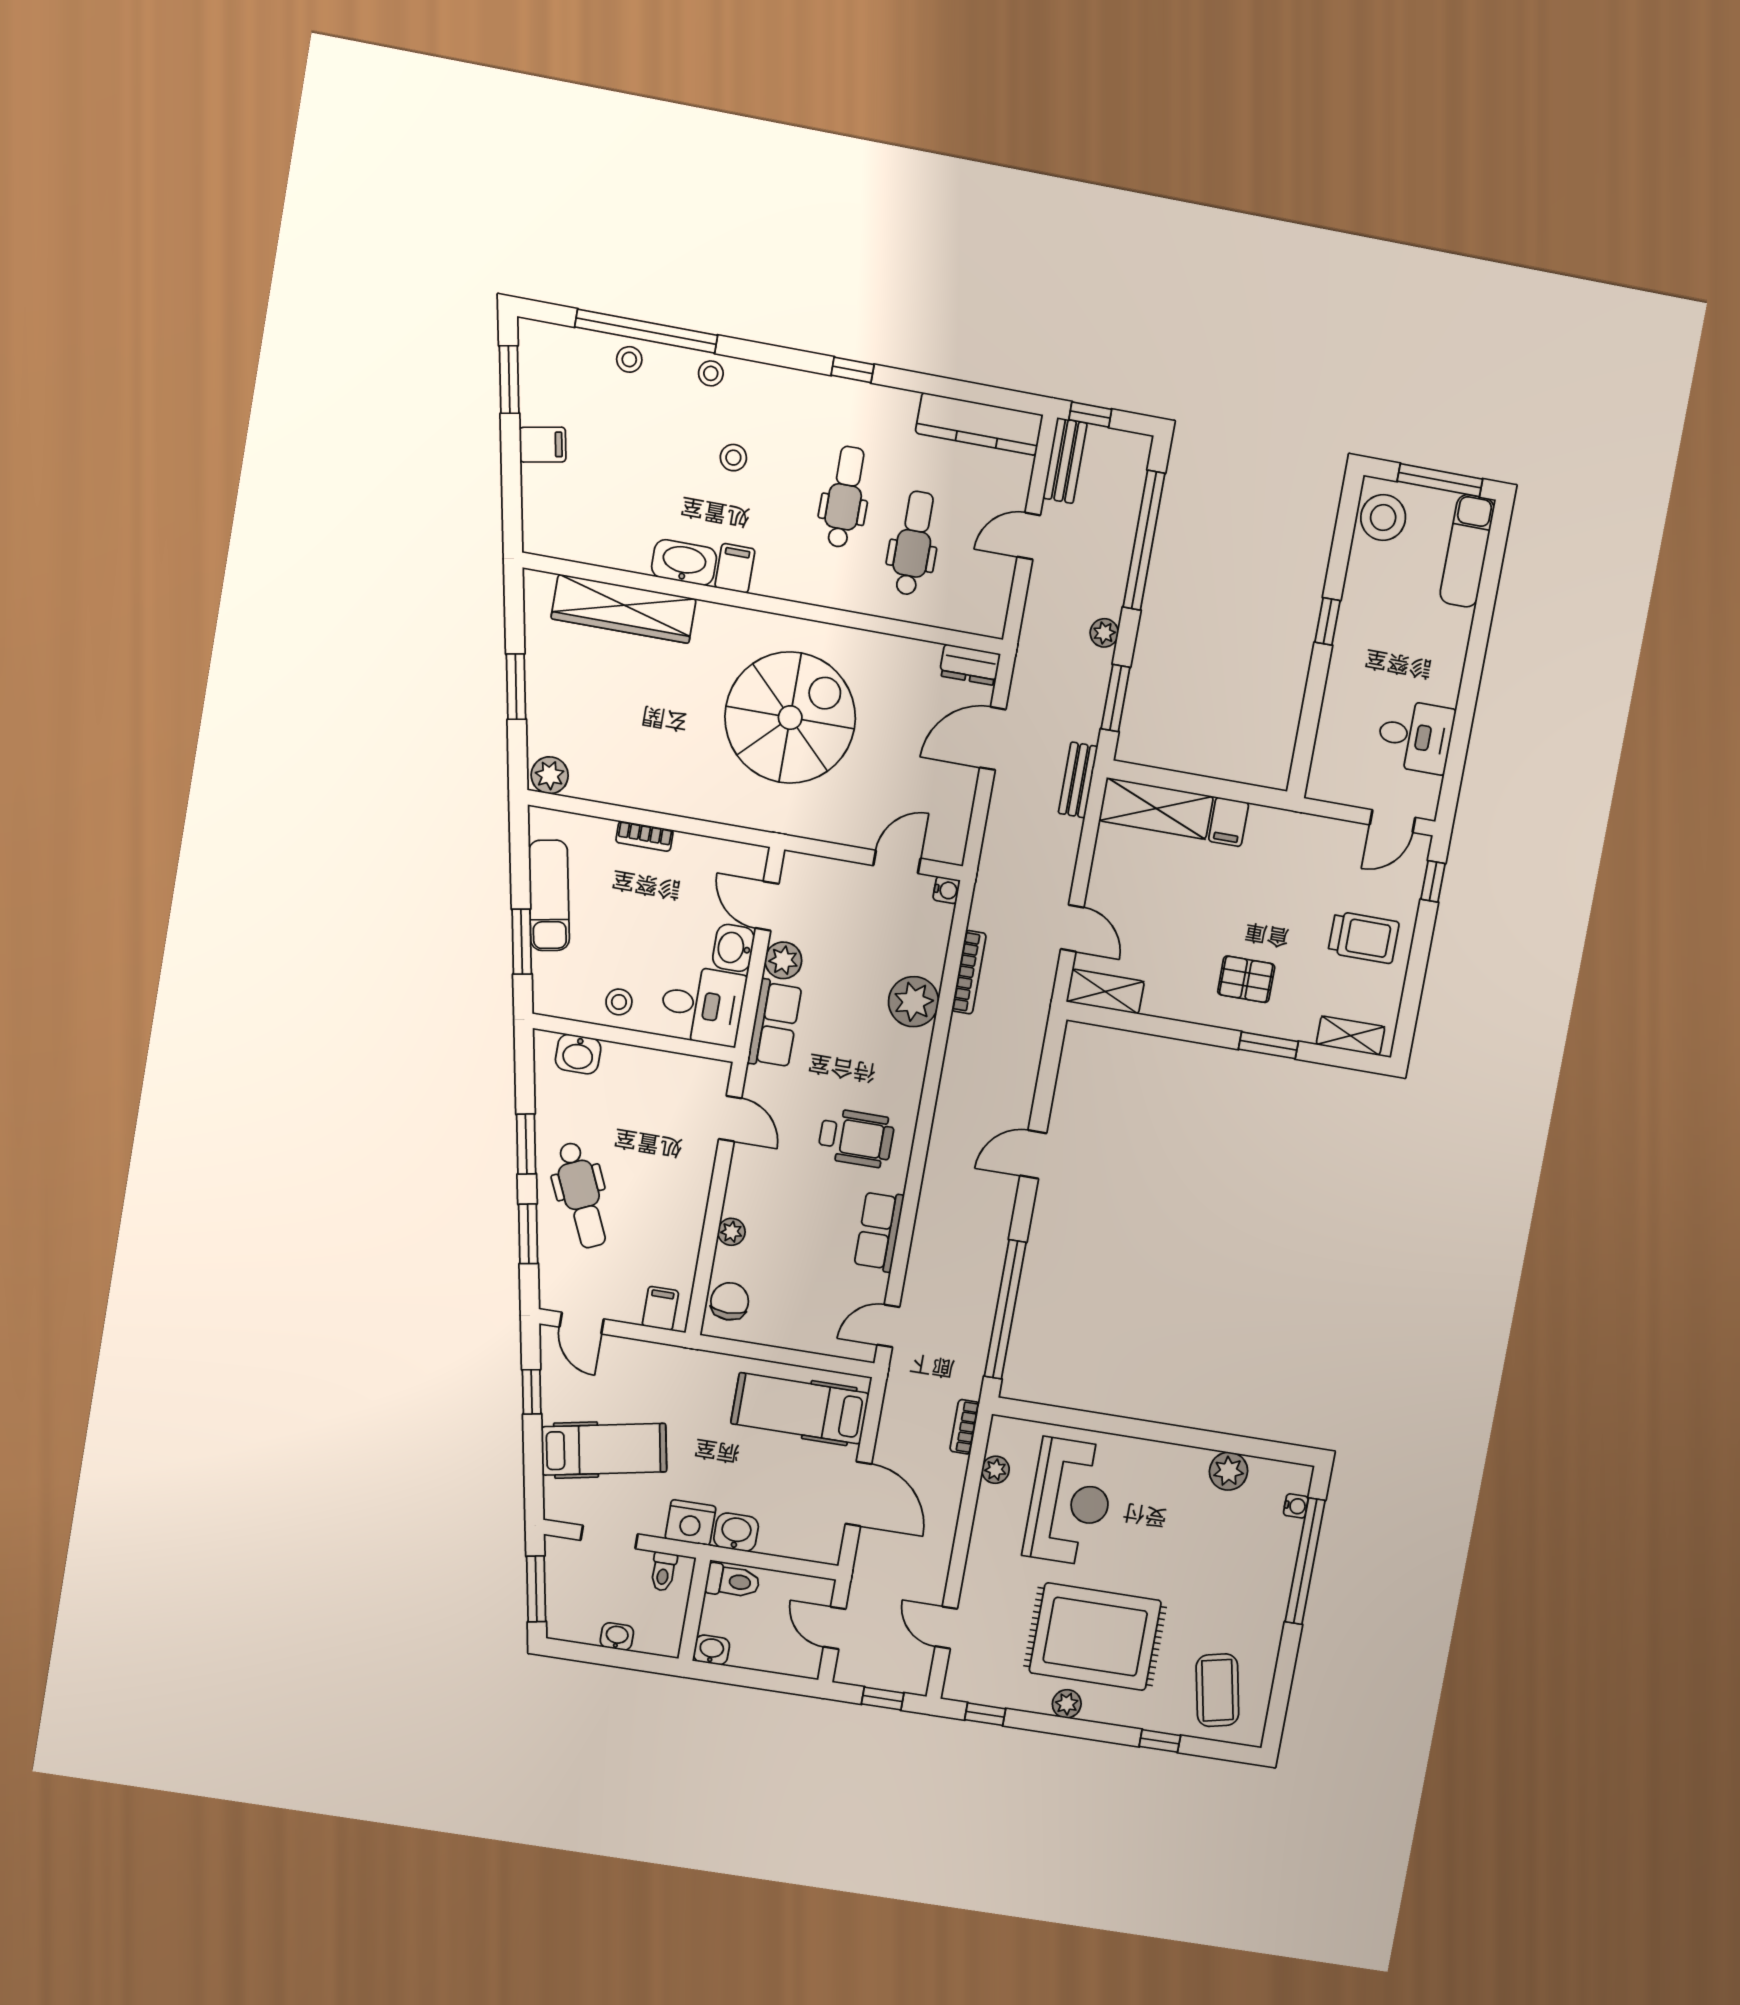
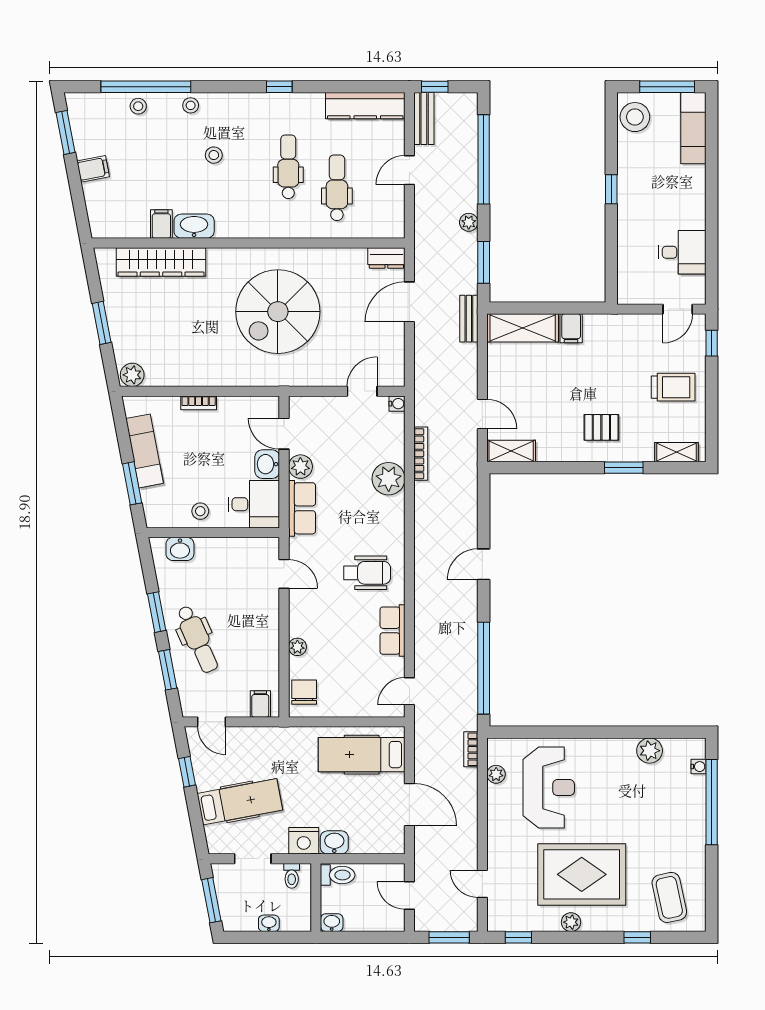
filing cabinet: (735, 568) -> (161, 224), moved
spiral stairs: (790, 718) -> (278, 312), turned 180
window: (883, 1699) -> (449, 937), width x1.50

